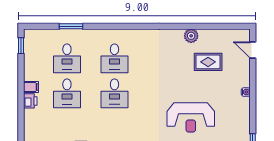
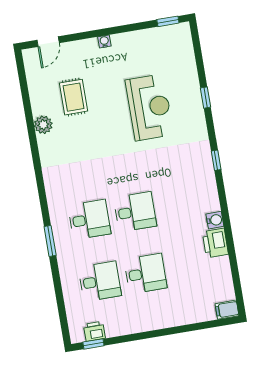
window: (71, 26) -> (50, 241), moved
filing cabinet: (31, 87) -> (145, 322), removed
printer: (30, 101) -> (94, 331), moved

